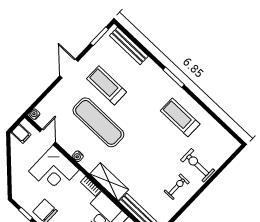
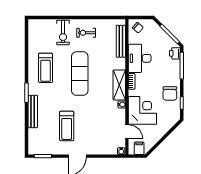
bench: (129, 46) -> (33, 111), moved
exercise mat: (98, 122) -> (80, 74), moved
door: (48, 137) -> (127, 132), swing flipped
shelving: (109, 182) -> (119, 85), moved

